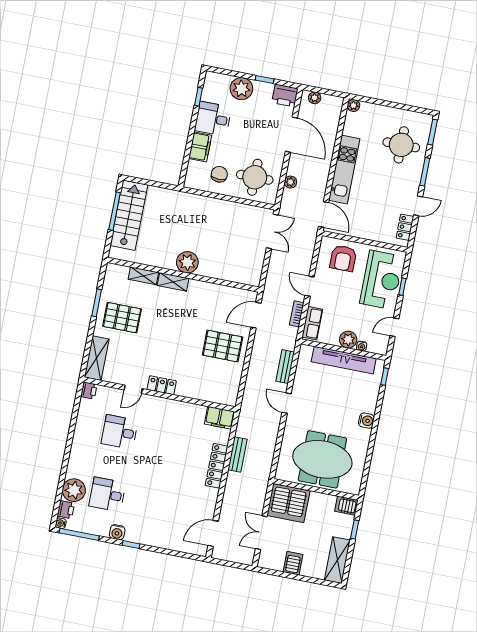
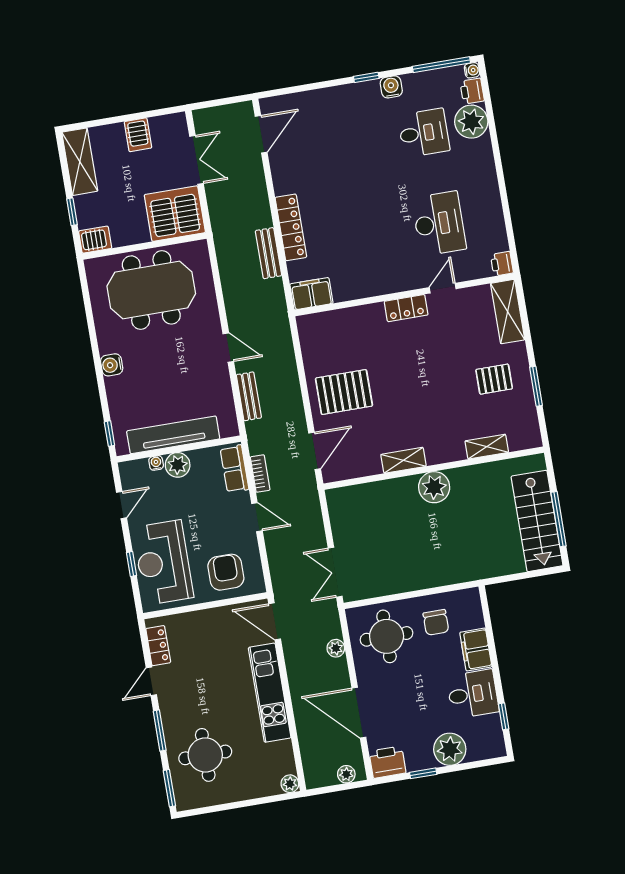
shelving: (173, 282) -> (404, 460), moved
pallet: (122, 318) -> (494, 379), width x0.67, depth x0.71
desk: (120, 432) -> (439, 223), width x1.37

